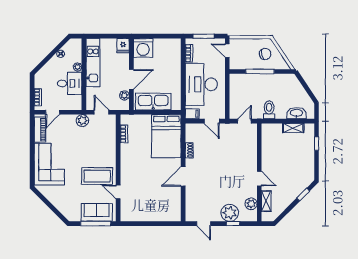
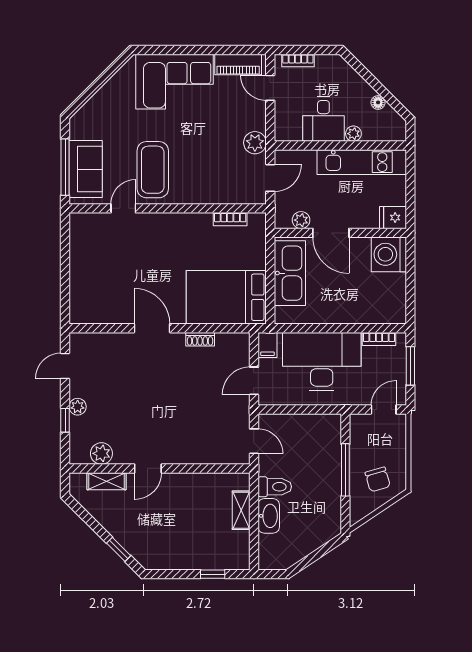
washbasin: (296, 113) -> (269, 516), moved
shelving: (293, 128) -> (241, 510), moved
plant: (230, 213) -> (78, 407), width x0.53, depth x0.53

